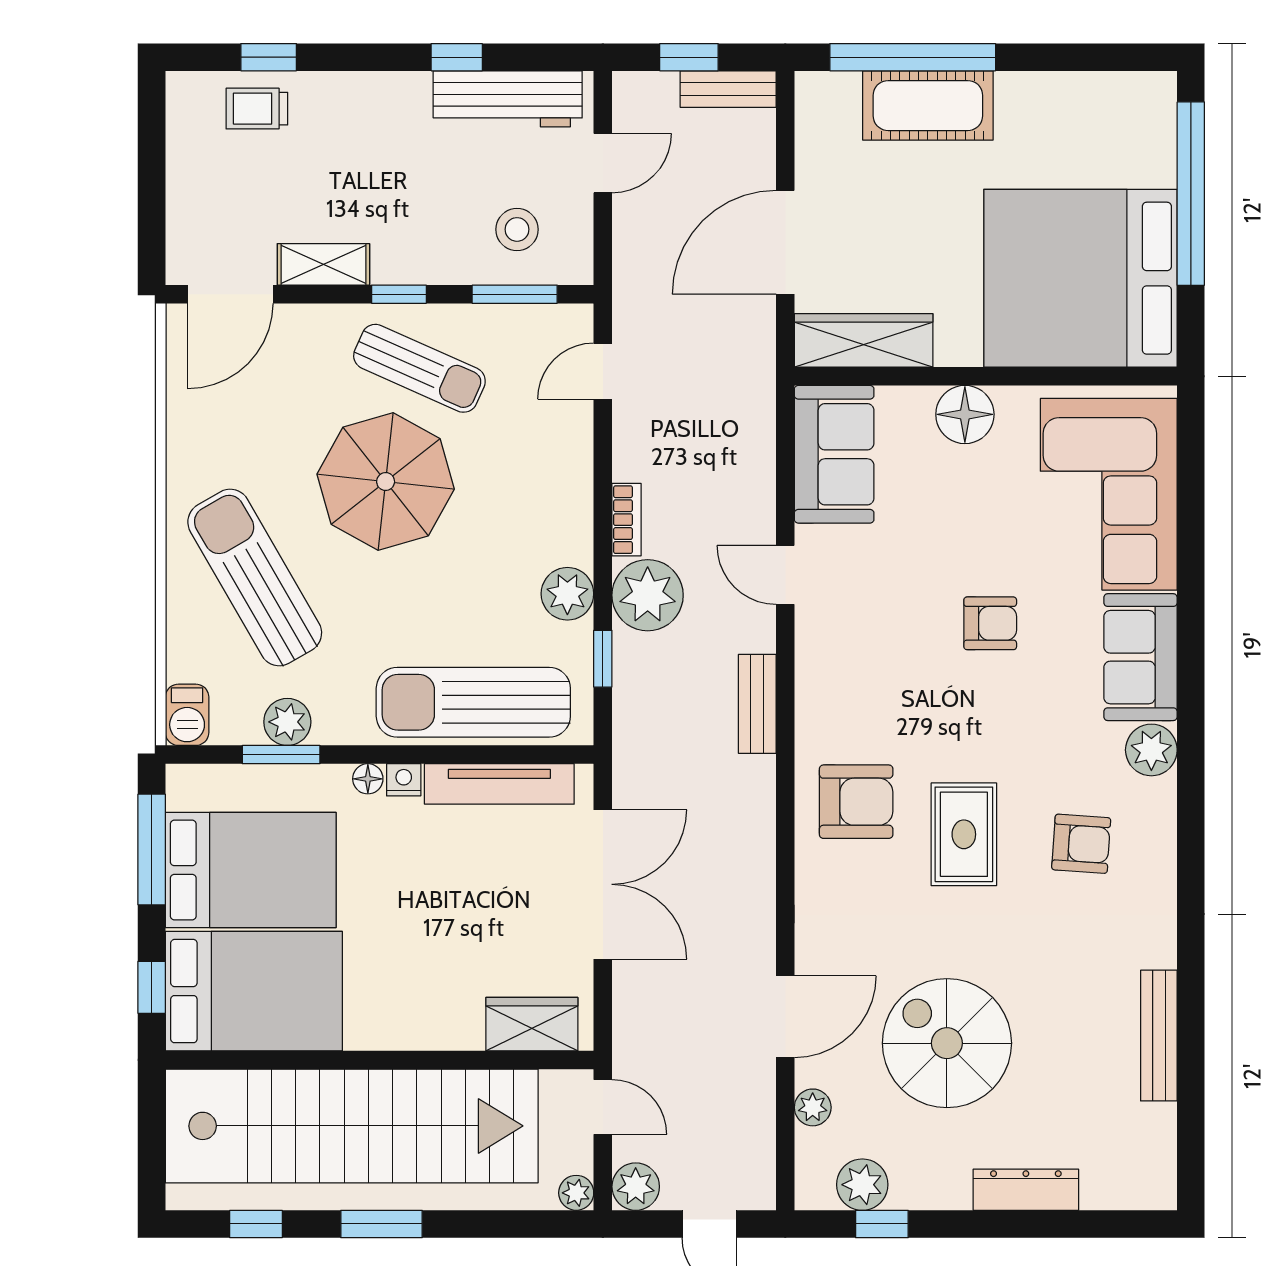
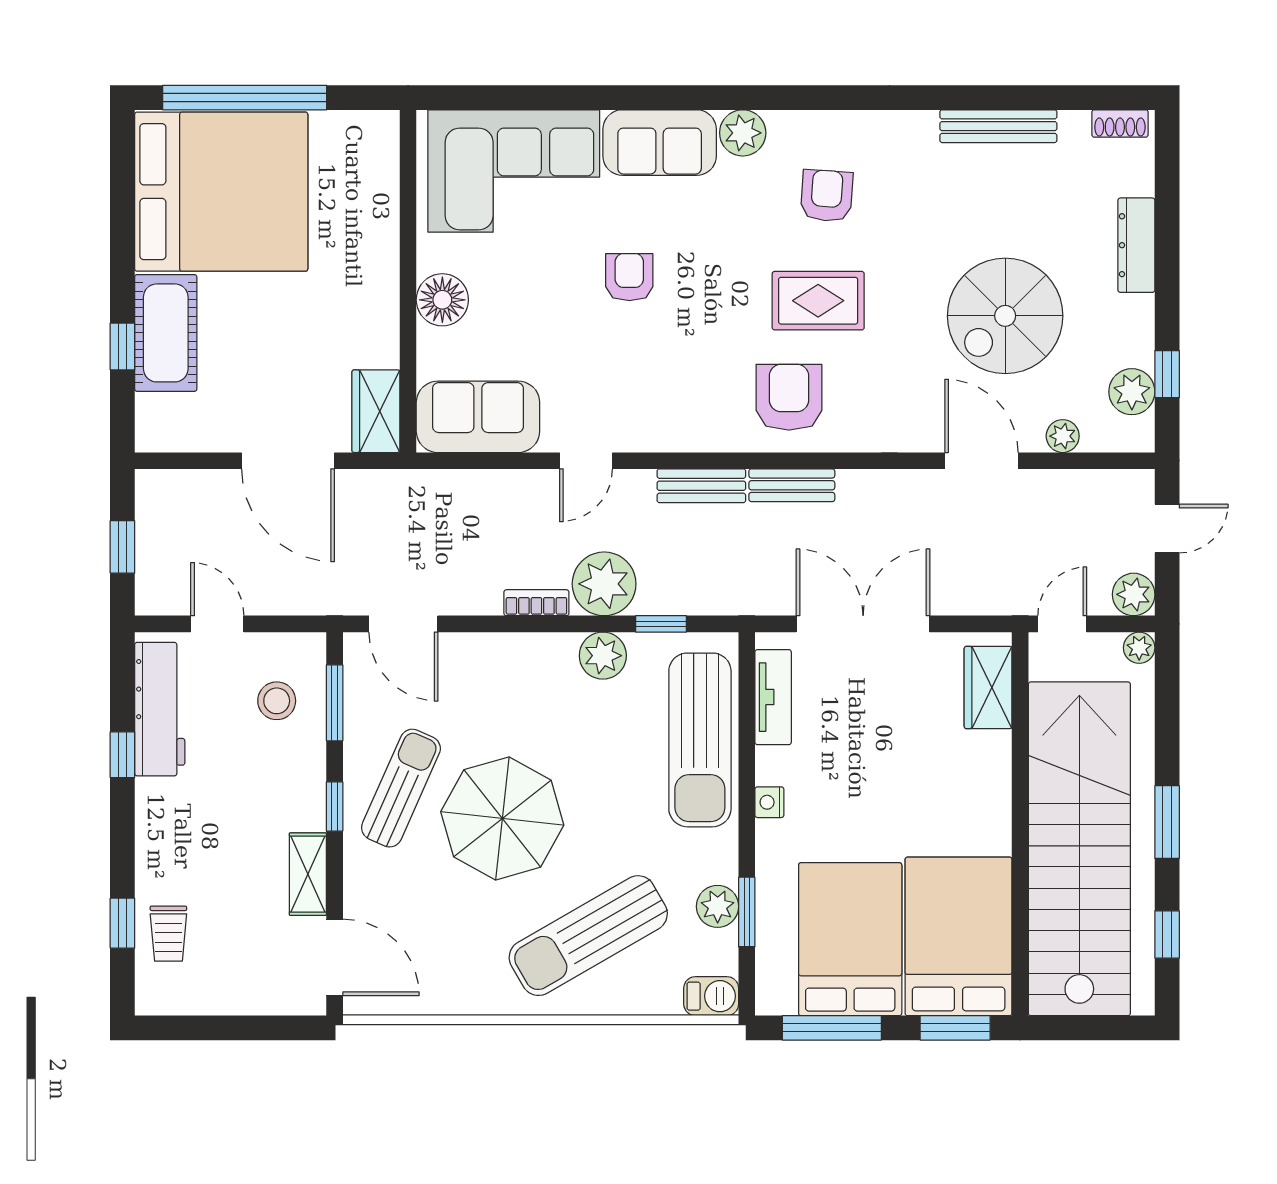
window: (913, 57) -> (122, 346), width x0.32
bench: (728, 89) -> (792, 485), moved, turned 90
bed: (1080, 278) -> (221, 192), moved, turned -90
wardrobe: (864, 340) -> (376, 411), width x0.67
door: (603, 371) -> (403, 624), width x1.38
floor lamp: (368, 779) -> (768, 834), removed
tv unit: (499, 784) -> (773, 697), width x0.71
window: (152, 987) -> (955, 1028), width x1.50
shoe rack: (1162, 1171) -> (1120, 123), added

